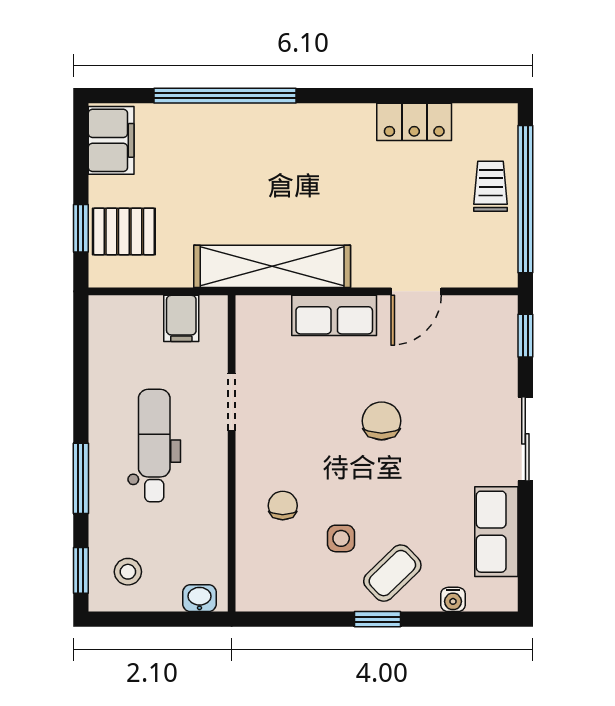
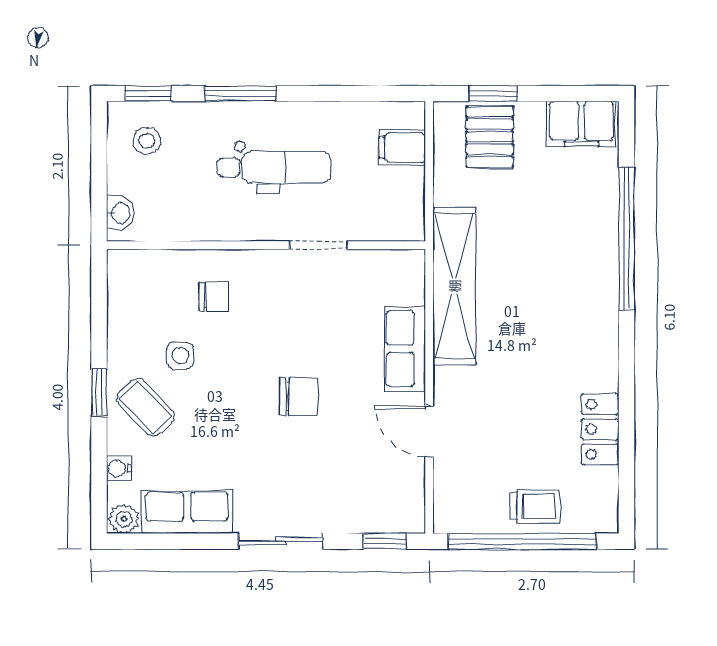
filing cabinet: (181, 318) -> (402, 148), moved
plant: (503, 594) -> (124, 519), added

